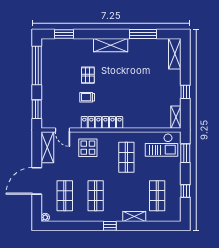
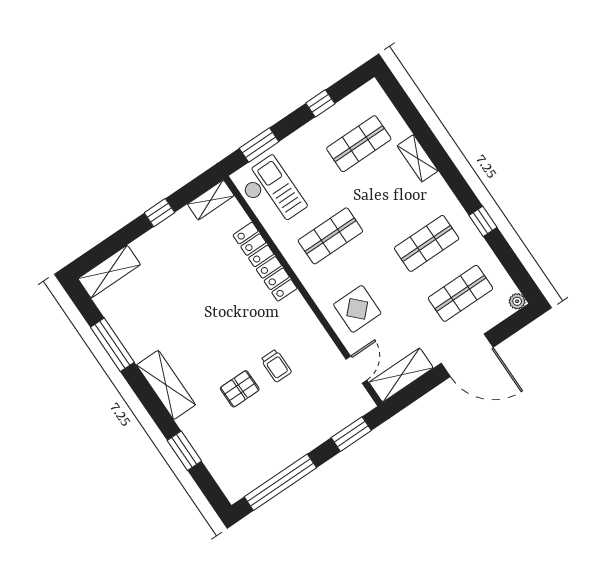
window: (64, 34) -> (184, 451), moved
locker: (102, 122) -> (265, 262), moved
window: (110, 226) -> (483, 221), moved

